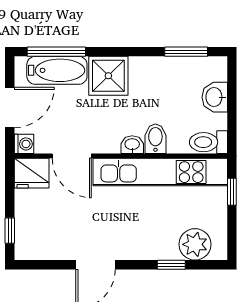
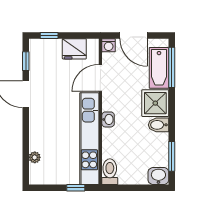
washbasin: (215, 97) -> (158, 176), moved
bidet: (155, 139) -> (158, 125), moved, turned 180
fridge: (32, 173) -> (74, 49), moved, turned -90
plant: (195, 244) -> (35, 157), width x0.53, depth x0.53
window: (171, 265) -> (26, 61), moved

